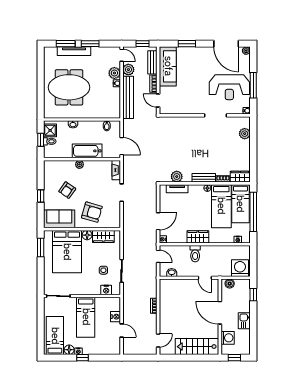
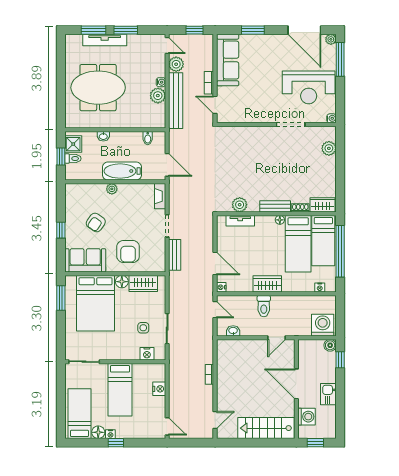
bench: (152, 62) -> (175, 255), moved
plant: (114, 73) -> (158, 96), moved
window: (253, 85) -> (340, 59), moved
armchair: (92, 212) -> (128, 251), turned 74
door: (158, 221) -> (215, 263), hinge flipped
door: (205, 278) -> (276, 338), hinge flipped
boiler: (230, 284) -> (330, 345), moved
door: (122, 331) -> (167, 426), moved

